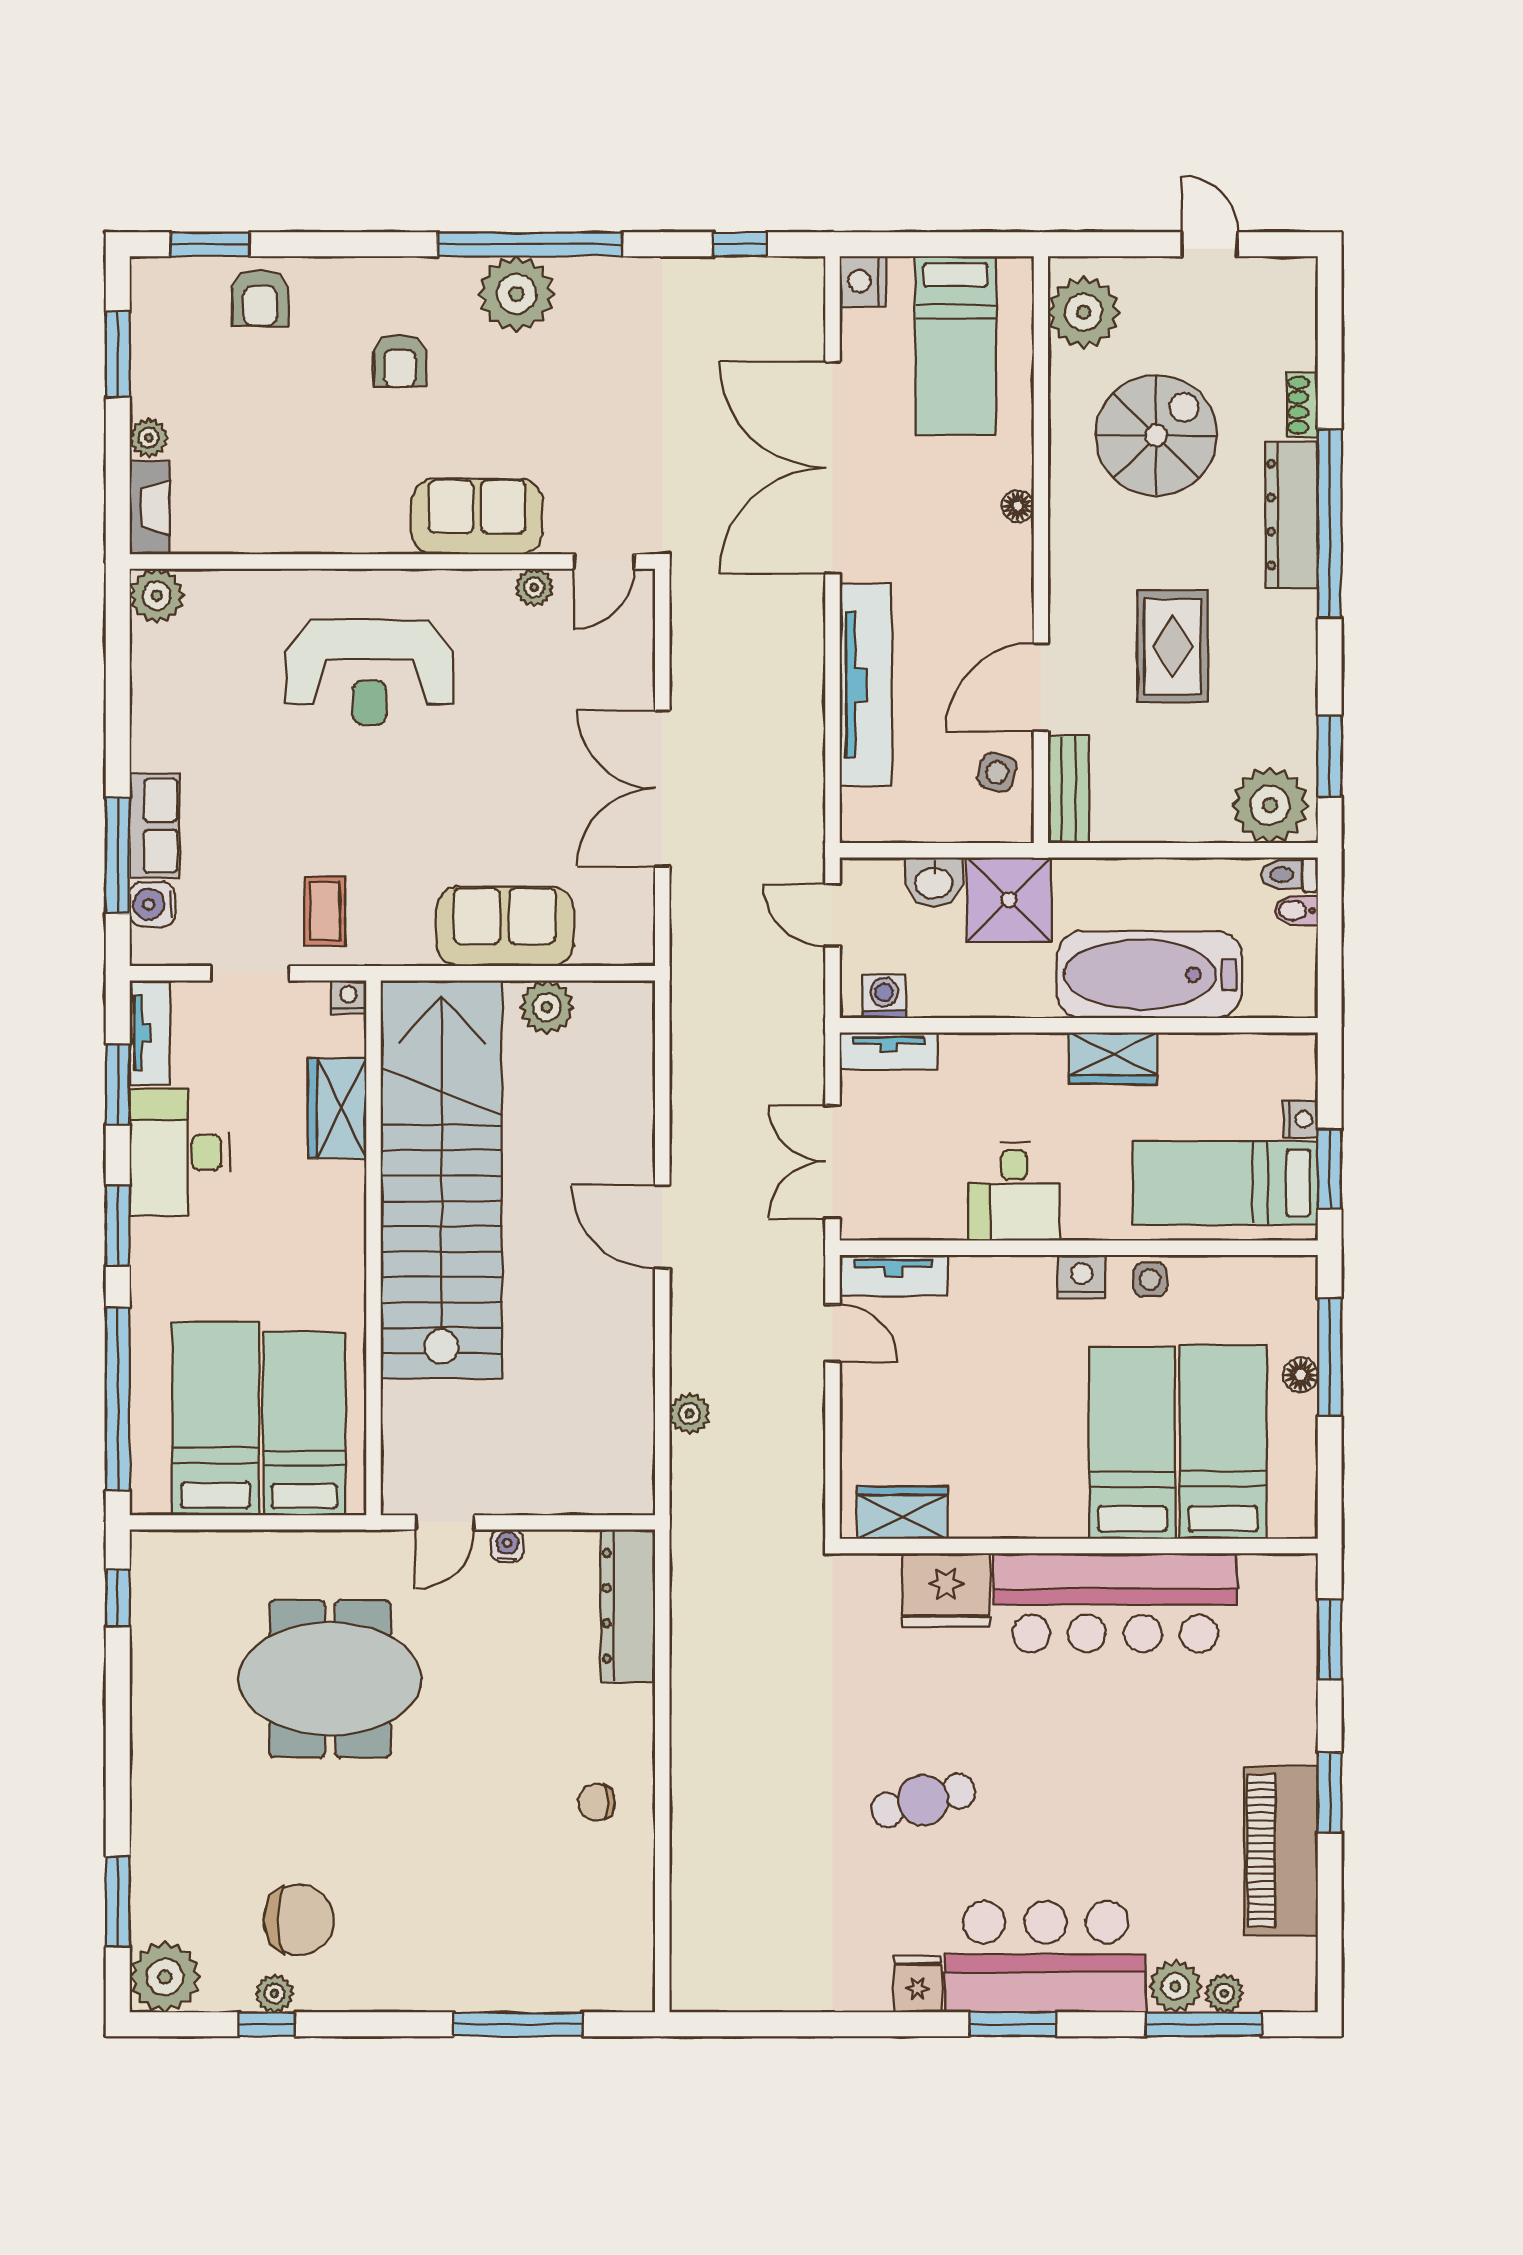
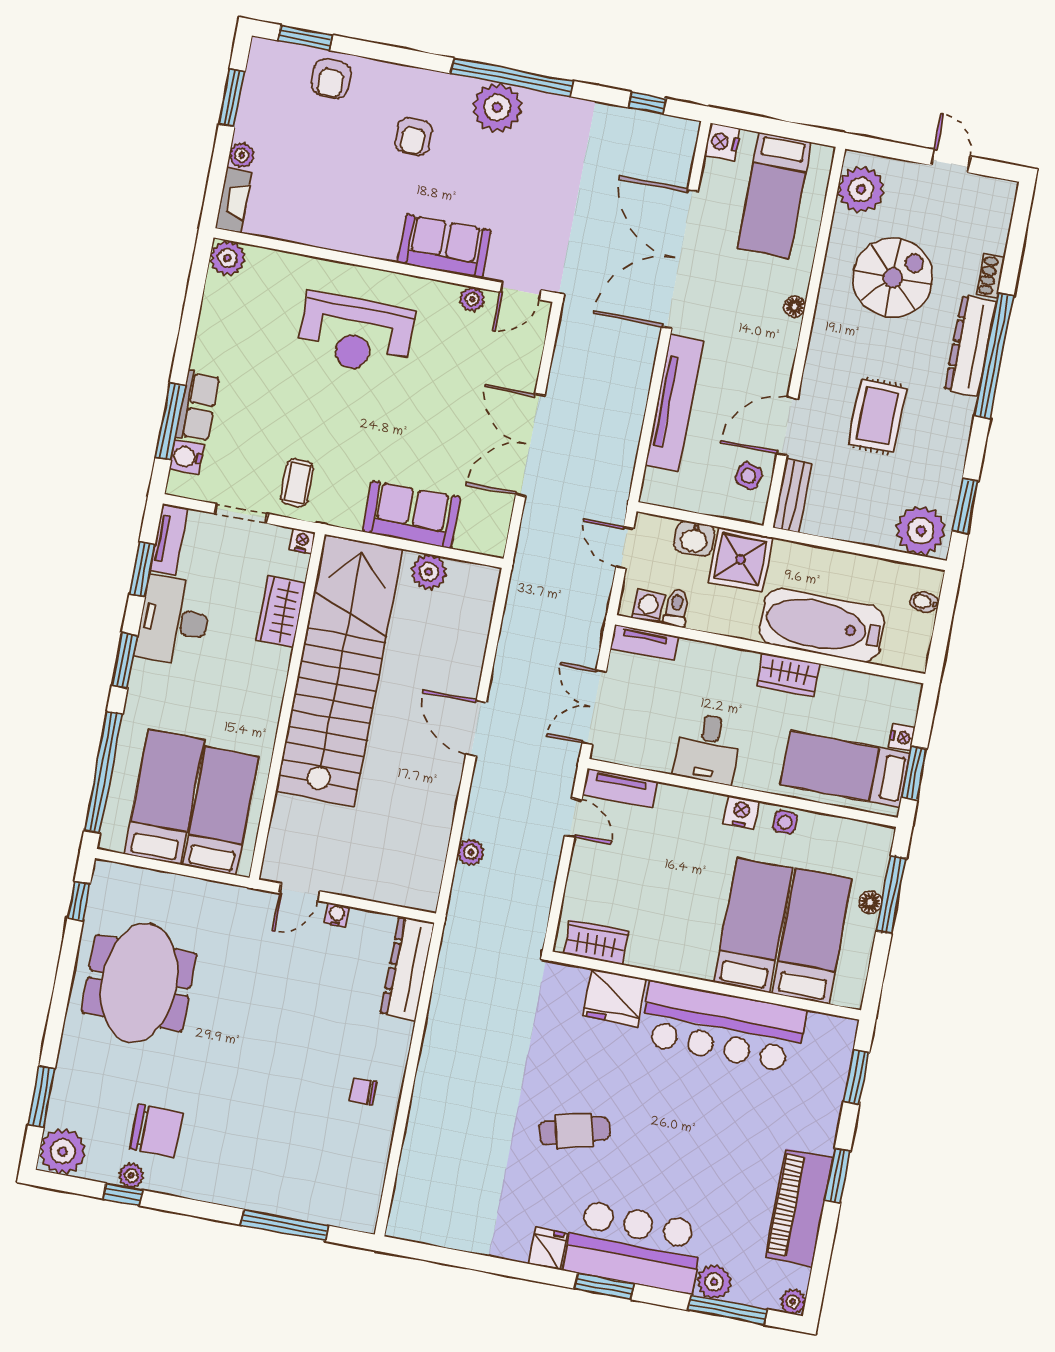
toilet: (1290, 875) -> (676, 608), moved, turned 90
meeting table: (330, 1679) -> (139, 983), moved, turned 90
plant: (1224, 1993) -> (793, 1302), moved

